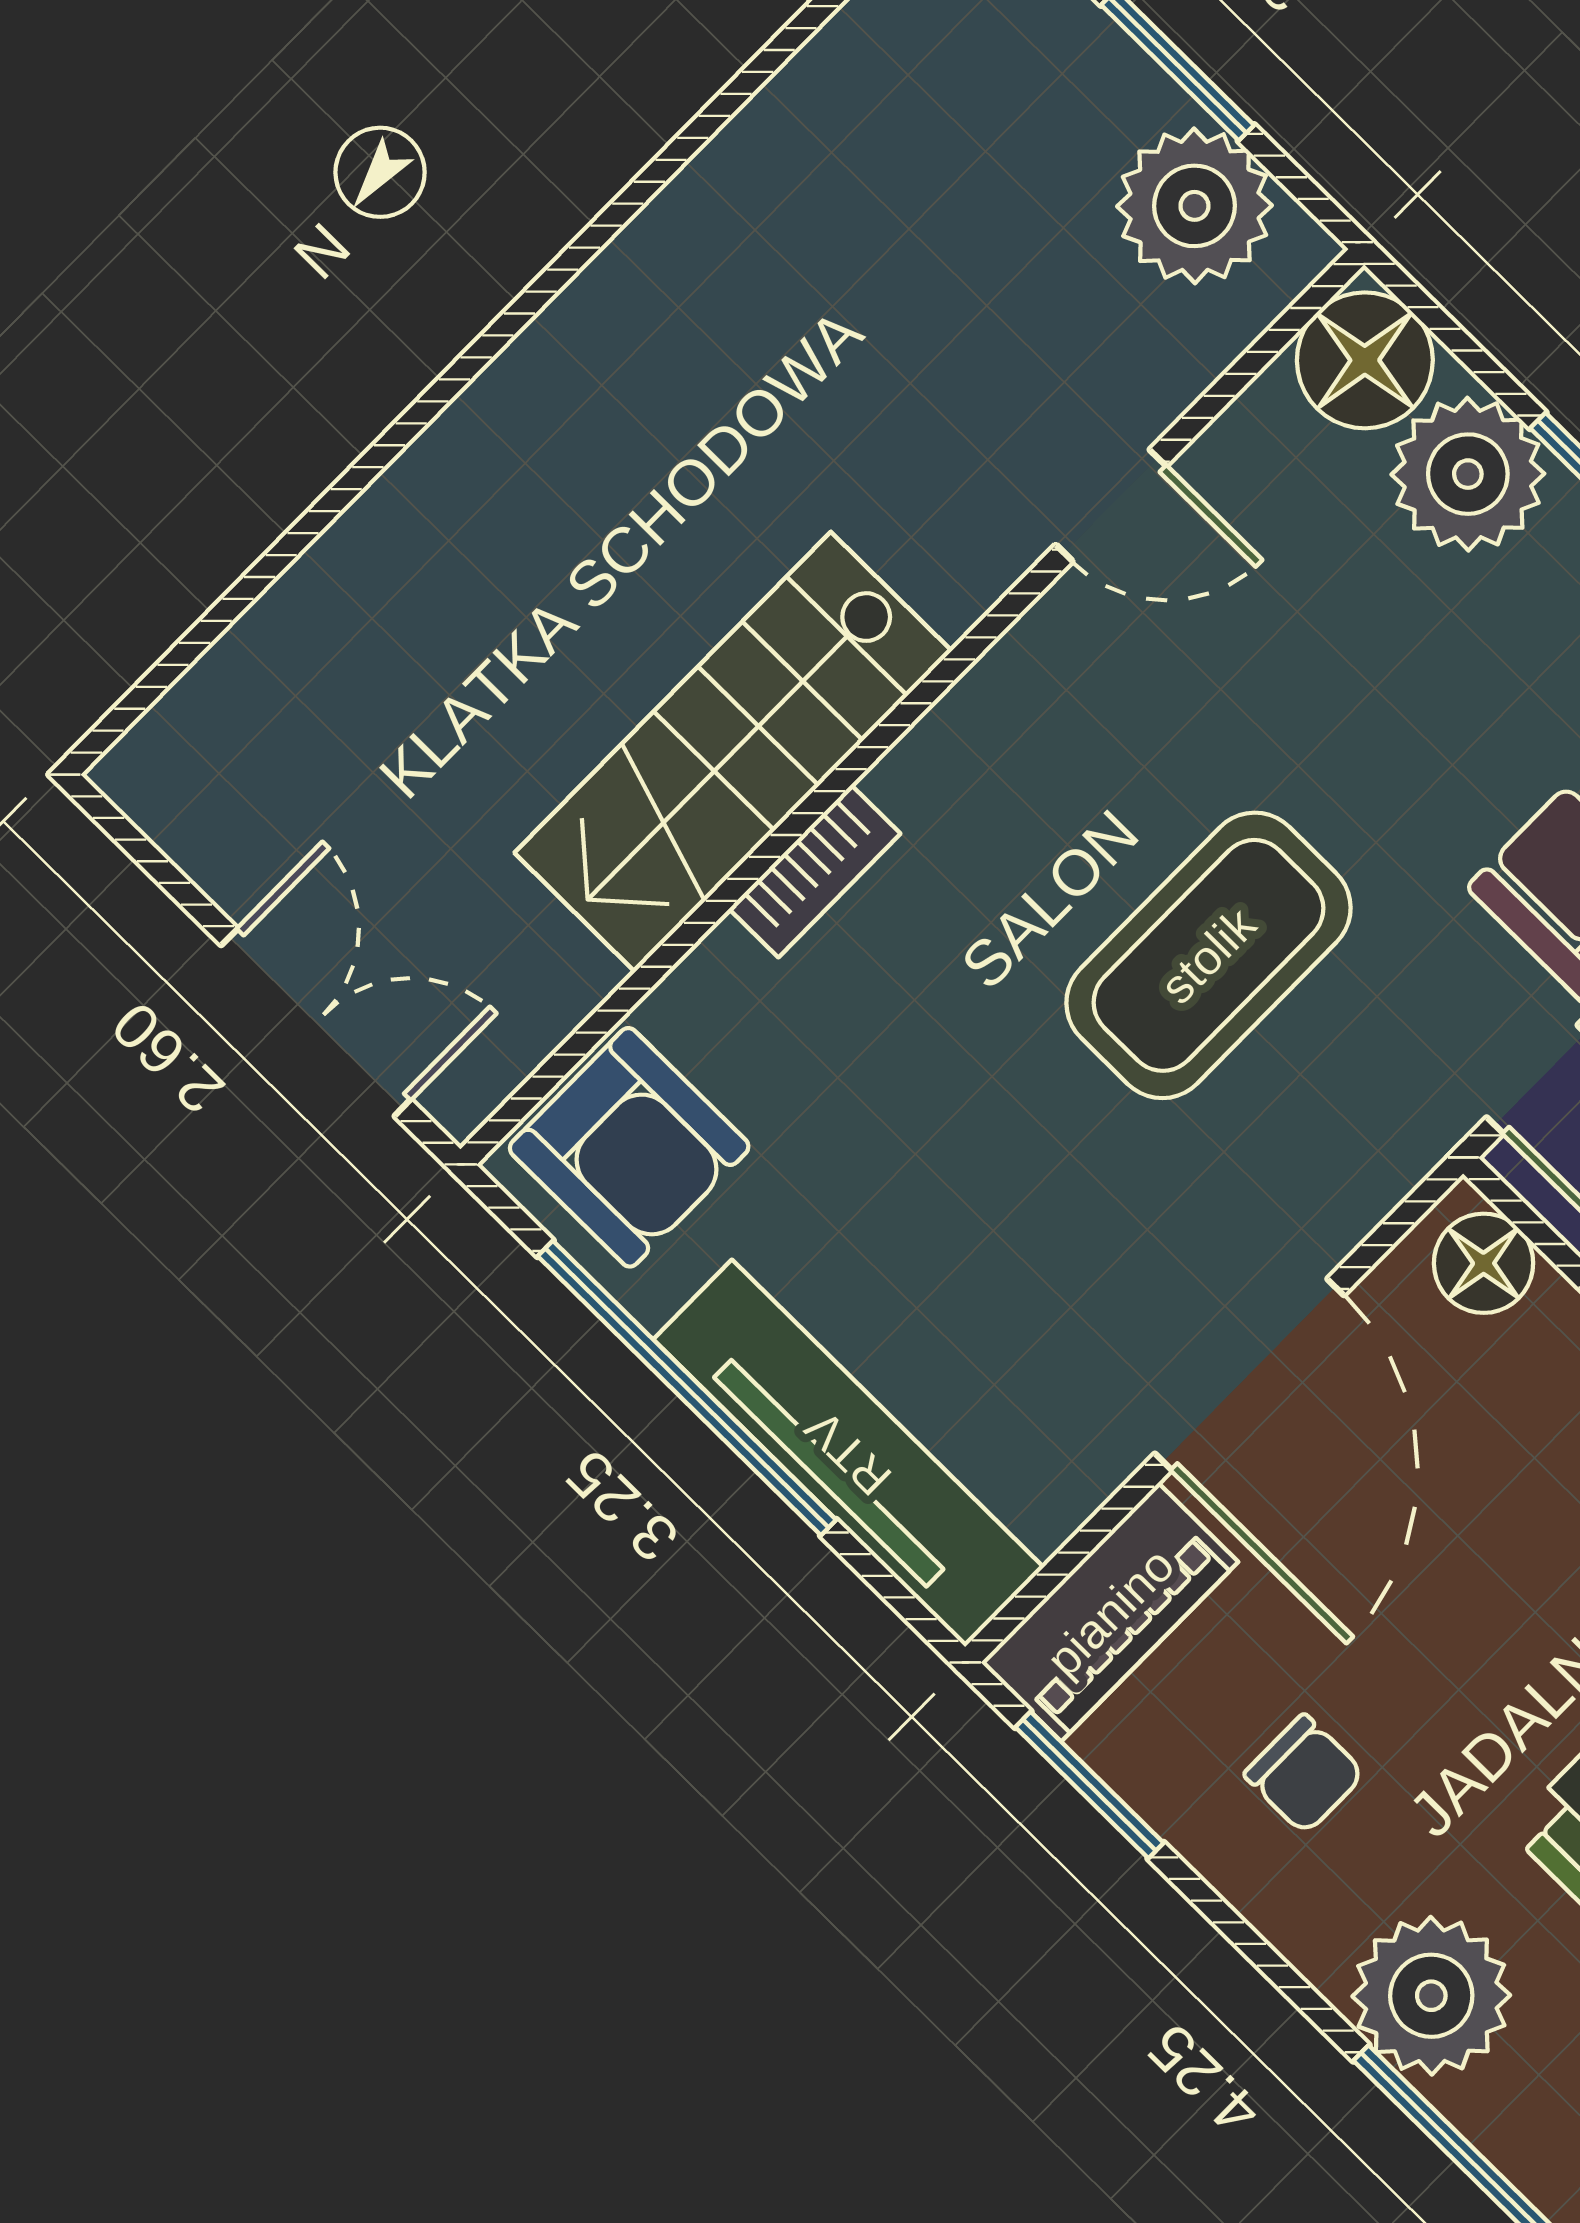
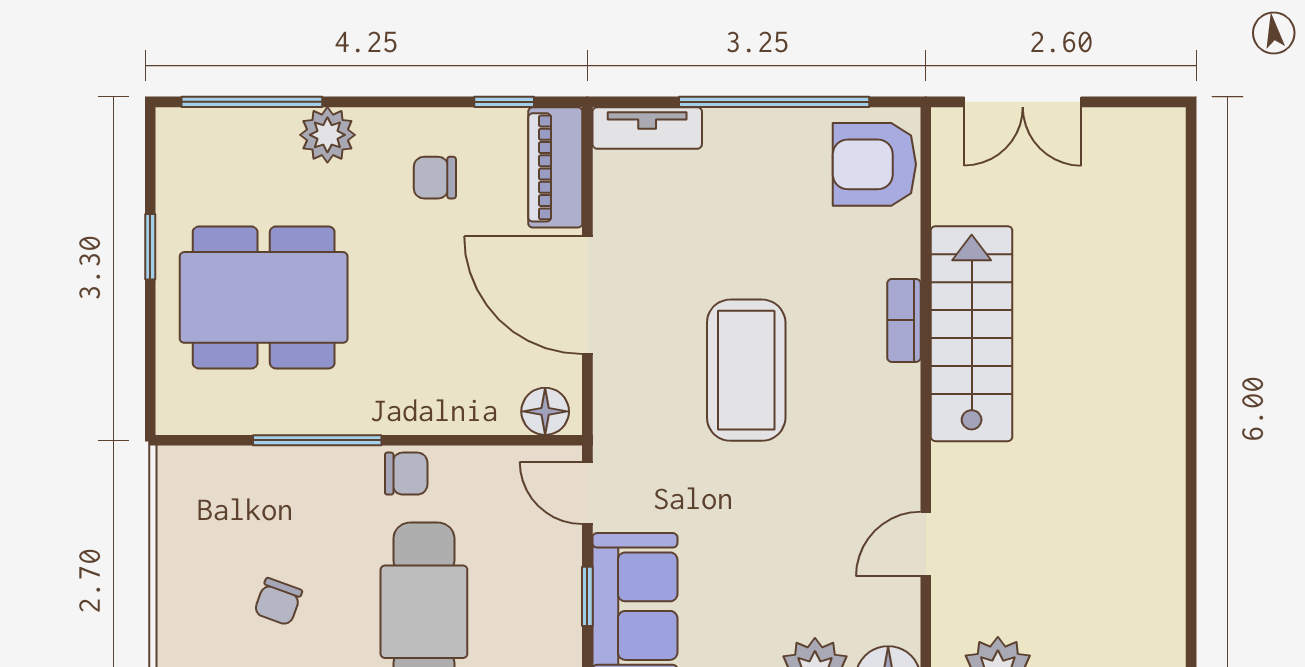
coffee table: (1208, 955) -> (746, 370), moved
tv unit: (848, 1453) -> (647, 128), width x0.52, depth x0.78
window: (1089, 1785) -> (504, 102), width x0.67
plant: (1431, 1996) -> (327, 135), width x0.73, depth x0.73

